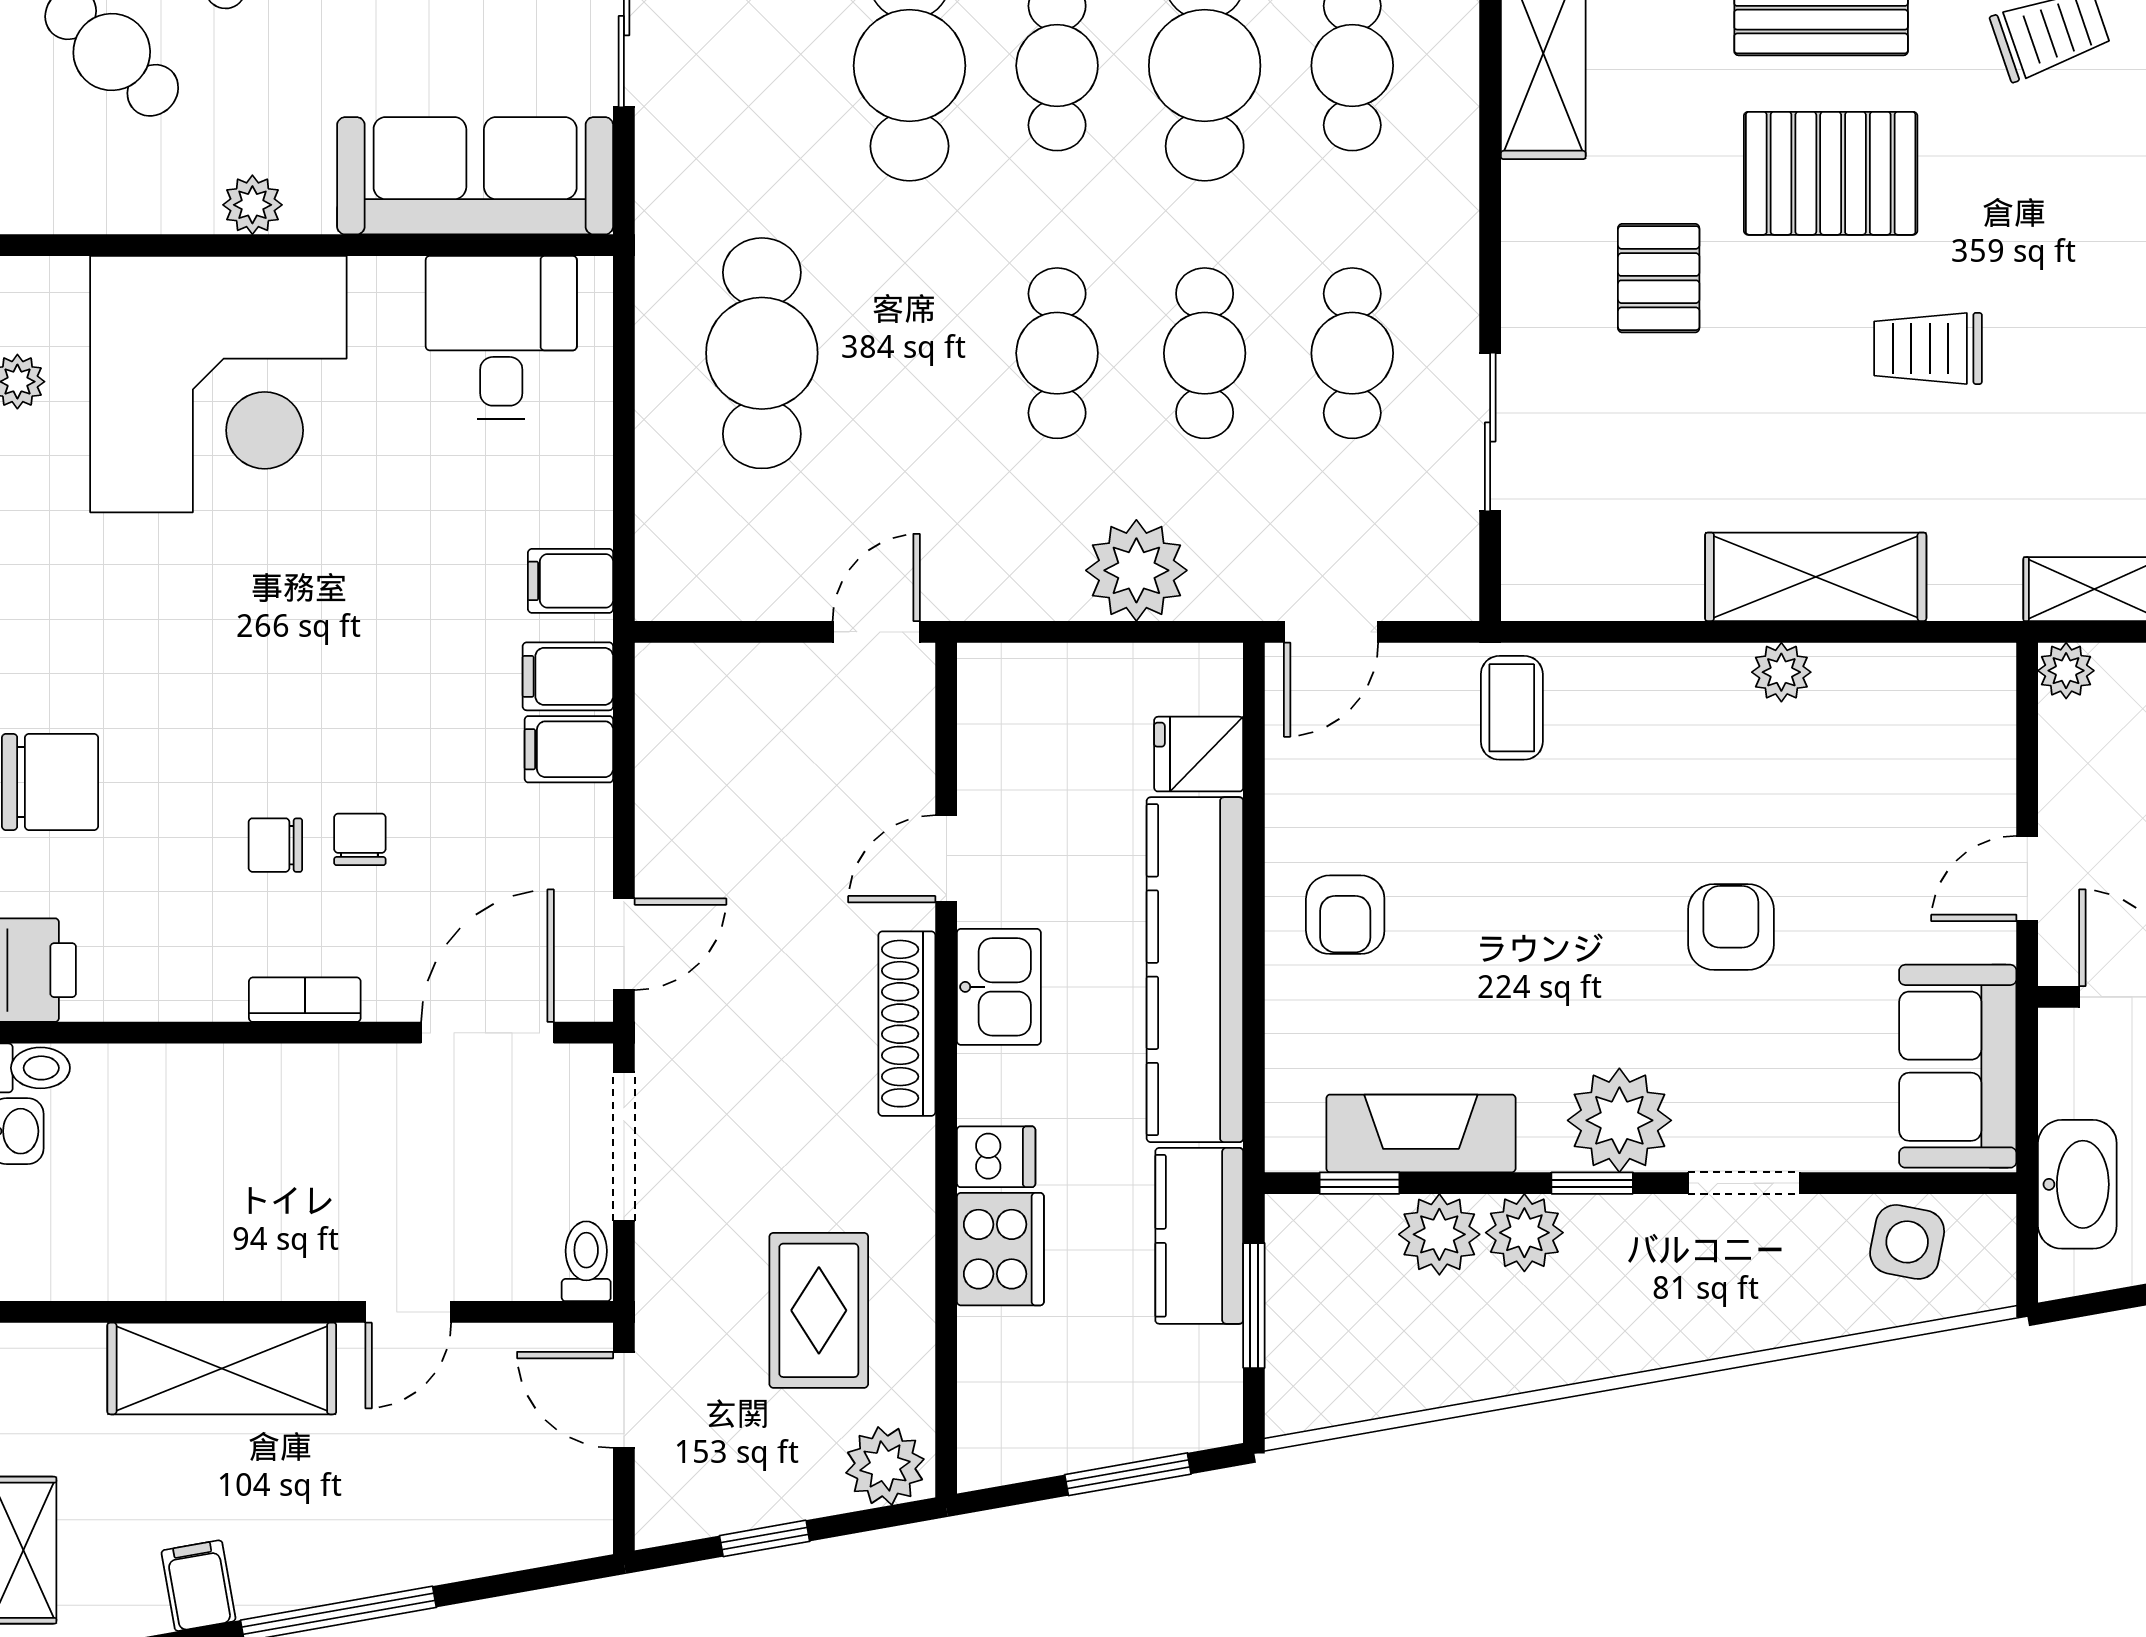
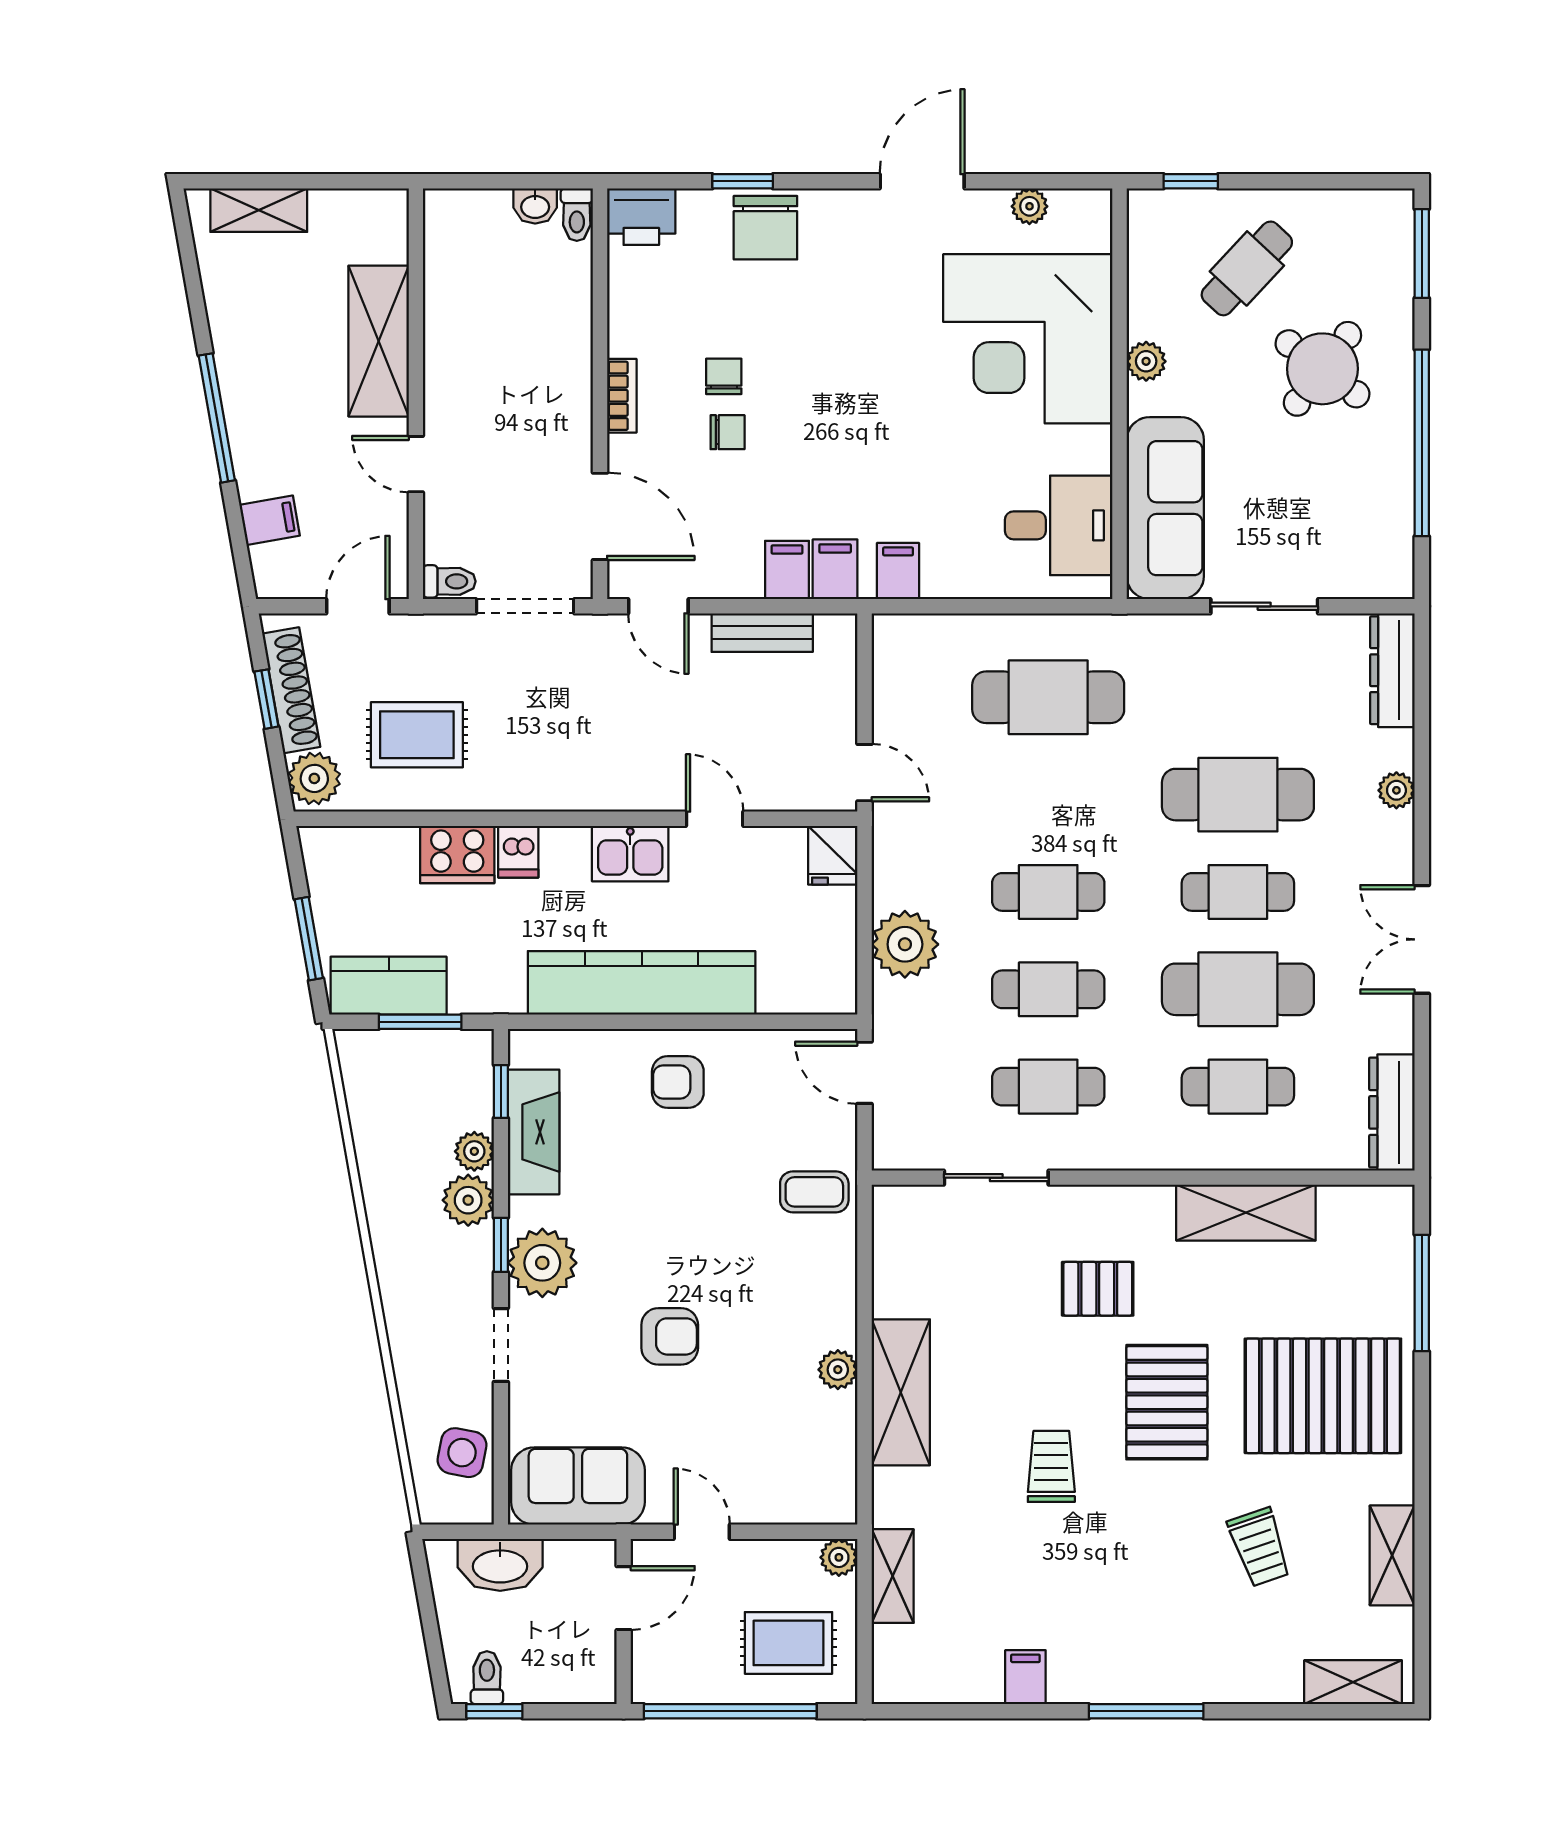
fridge: (1199, 754) -> (833, 855), moved, turned 180
bench: (664, 787) -> (762, 633), added
shoe rack: (907, 1024) -> (291, 690), moved, turned 80
plant: (1439, 1234) -> (474, 1151), width x0.73, depth x0.73
kitchen counter: (1199, 1236) -> (389, 986), moved
filing cabinet: (199, 1586) -> (270, 520), moved

